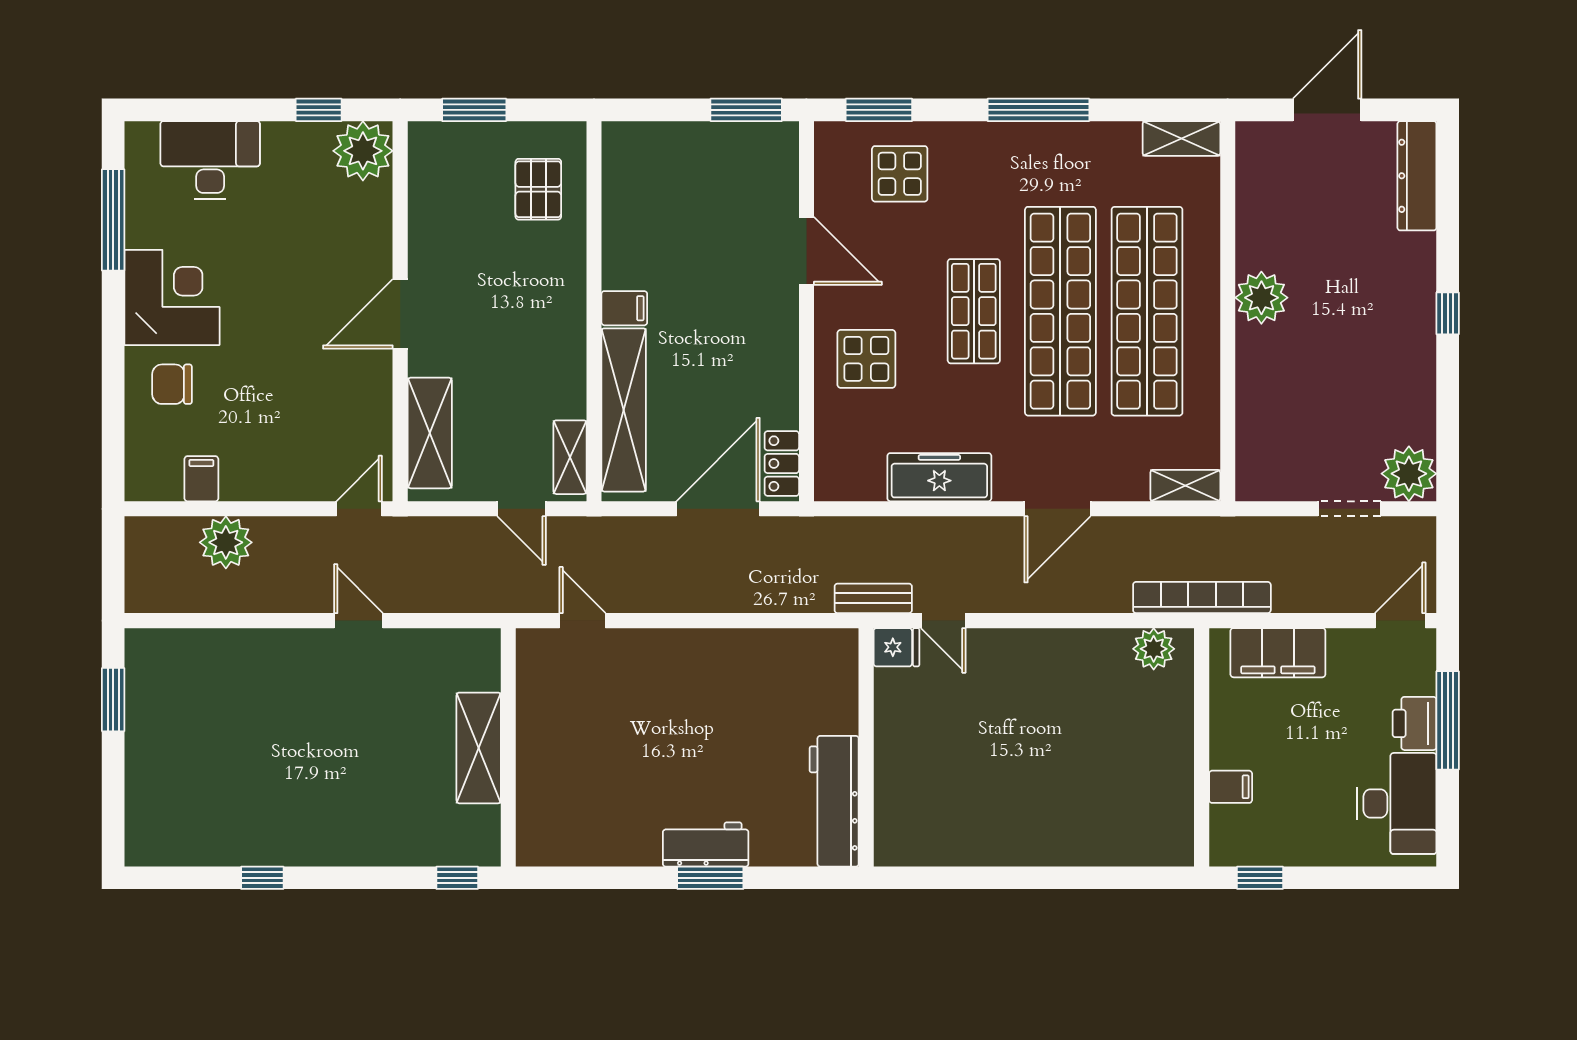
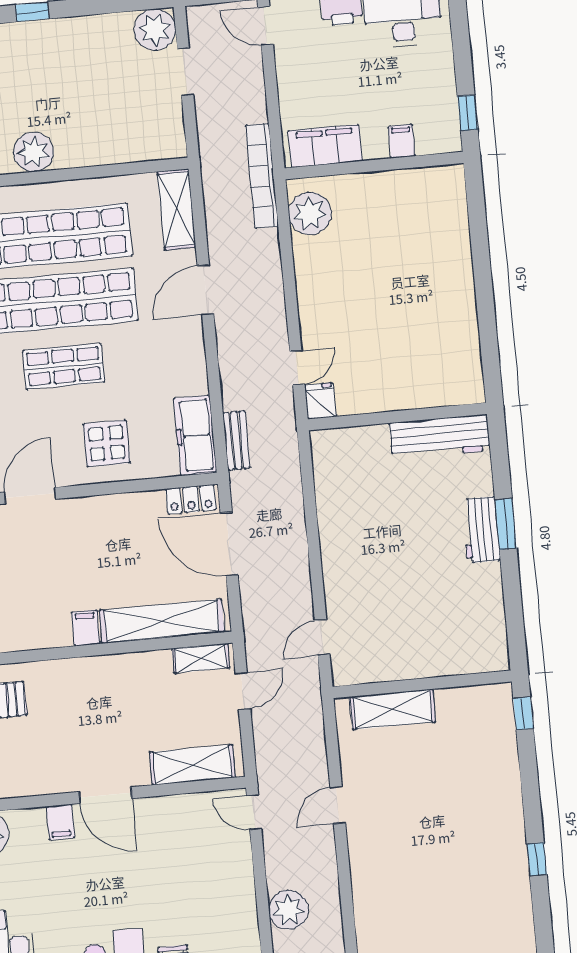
freezer: (939, 477) -> (195, 435), moved
filing cabinet: (201, 479) -> (60, 822), moved, turned -90
shelving: (1185, 486) -> (177, 209), width x1.50, depth x1.33
door: (1057, 509) -> (206, 290), swing flipped
bench: (873, 598) -> (236, 440), moved
plant: (1154, 649) -> (310, 213), width x1.36, depth x1.36
filing cabinet: (1278, 653) -> (325, 146), moved, turned -90
shelving: (479, 748) -> (393, 709), moved

